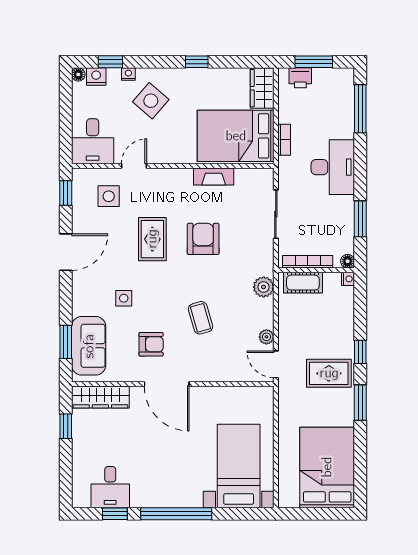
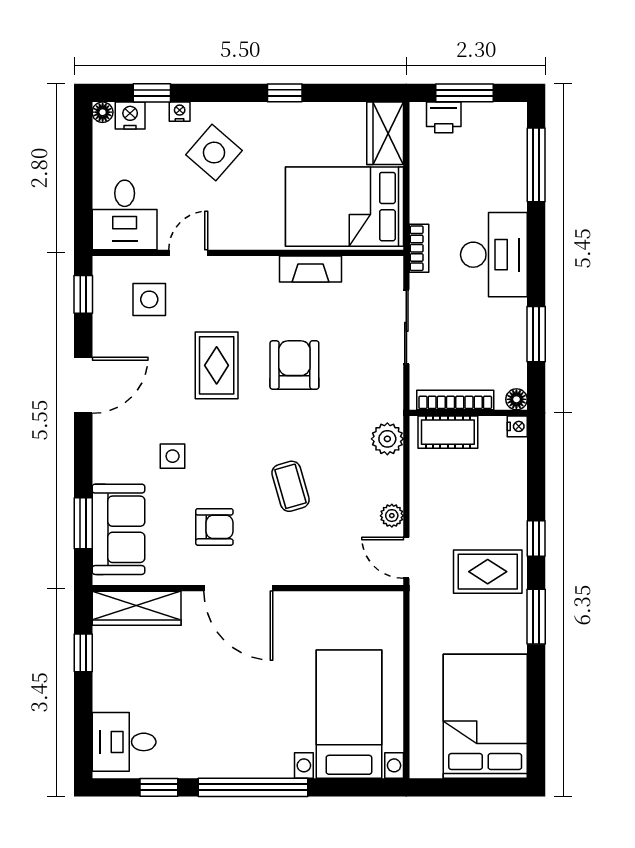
bookcase: (284, 140) -> (419, 248), moved
desk: (110, 487) -> (124, 742), moved, turned 90

